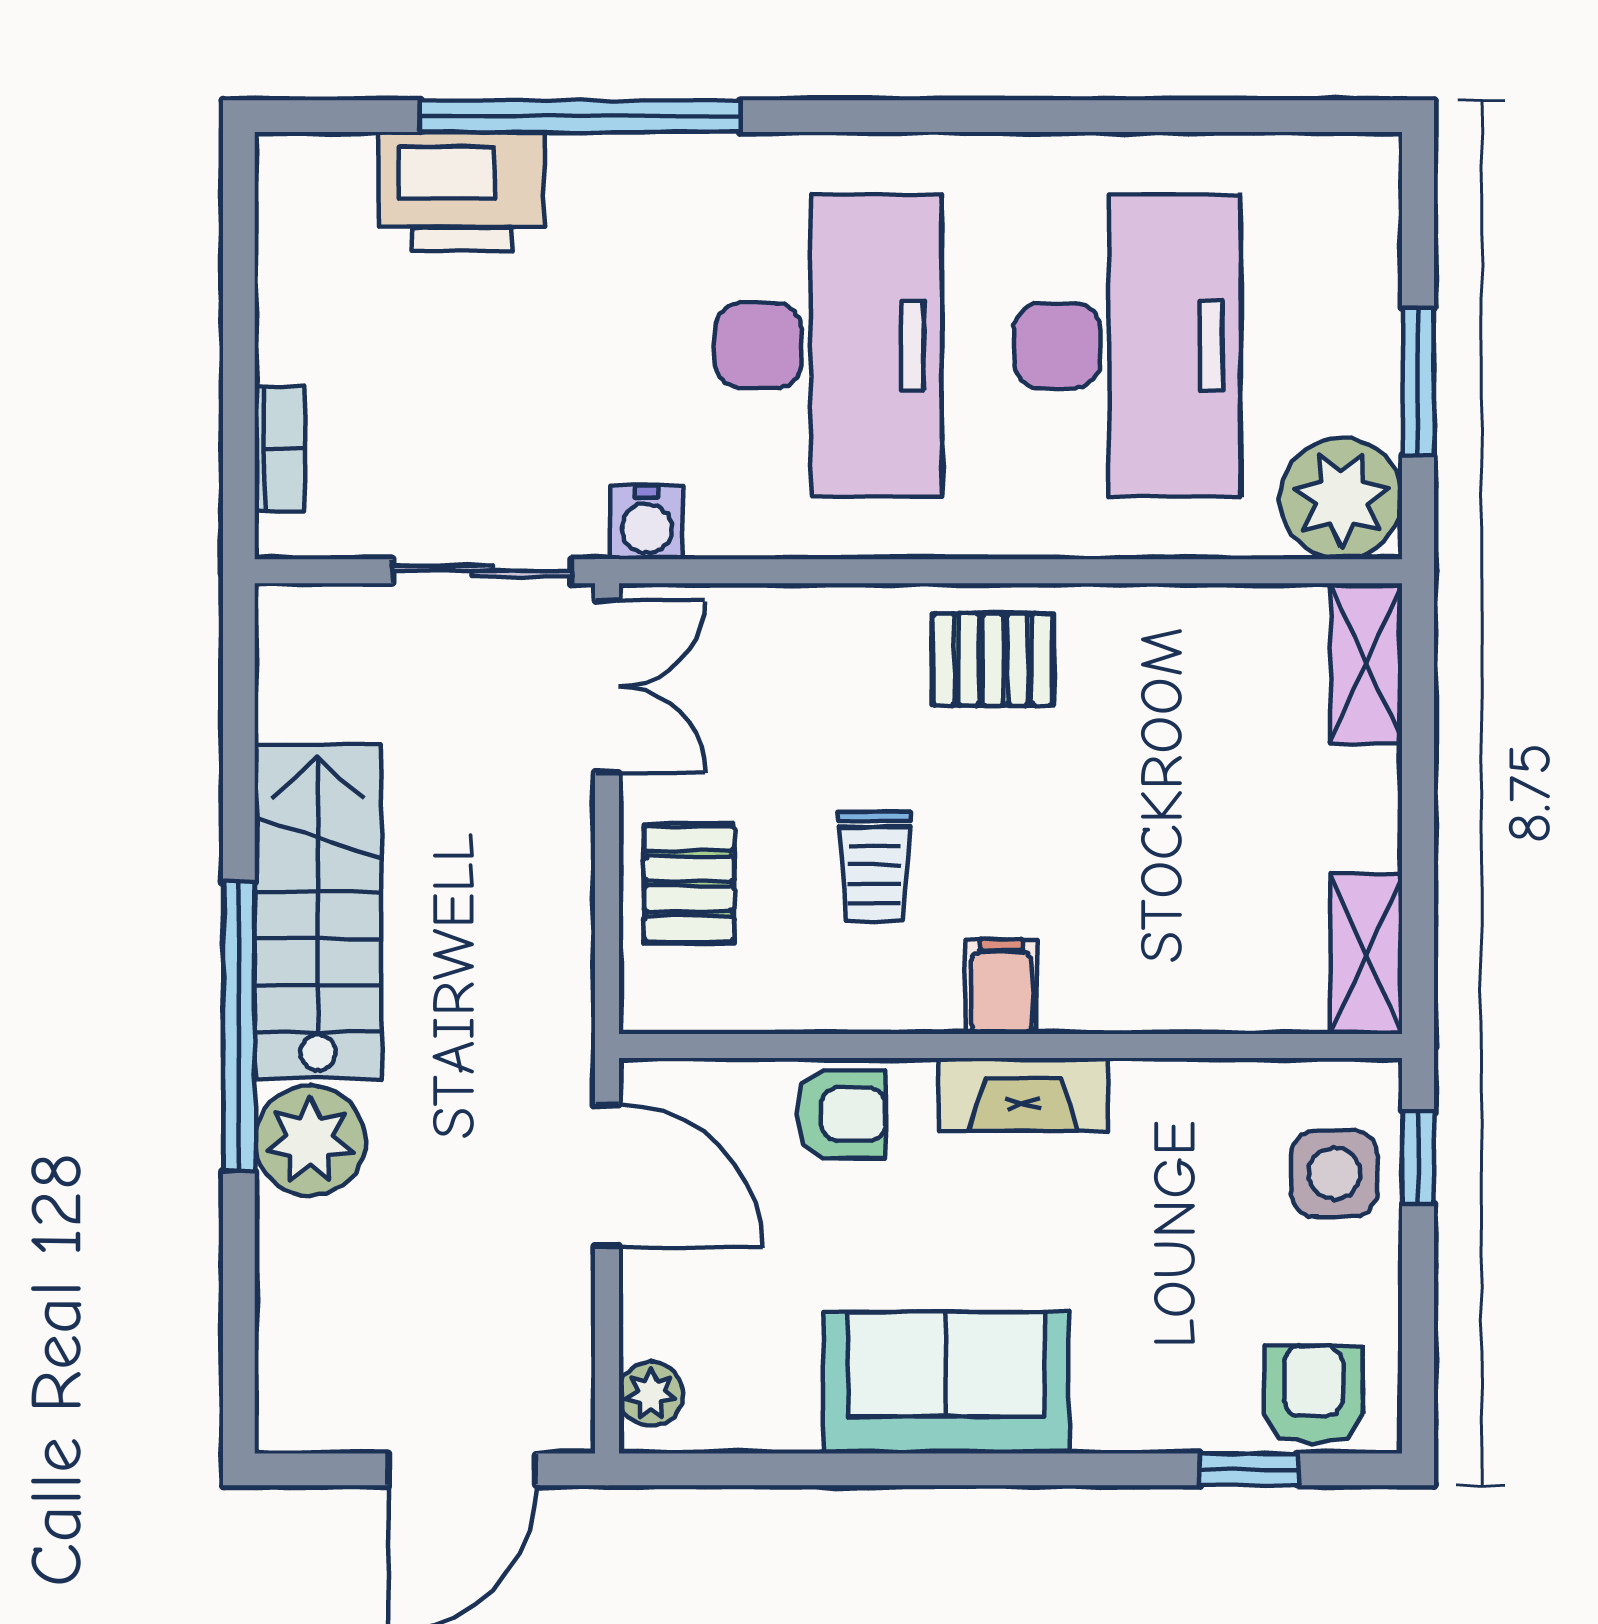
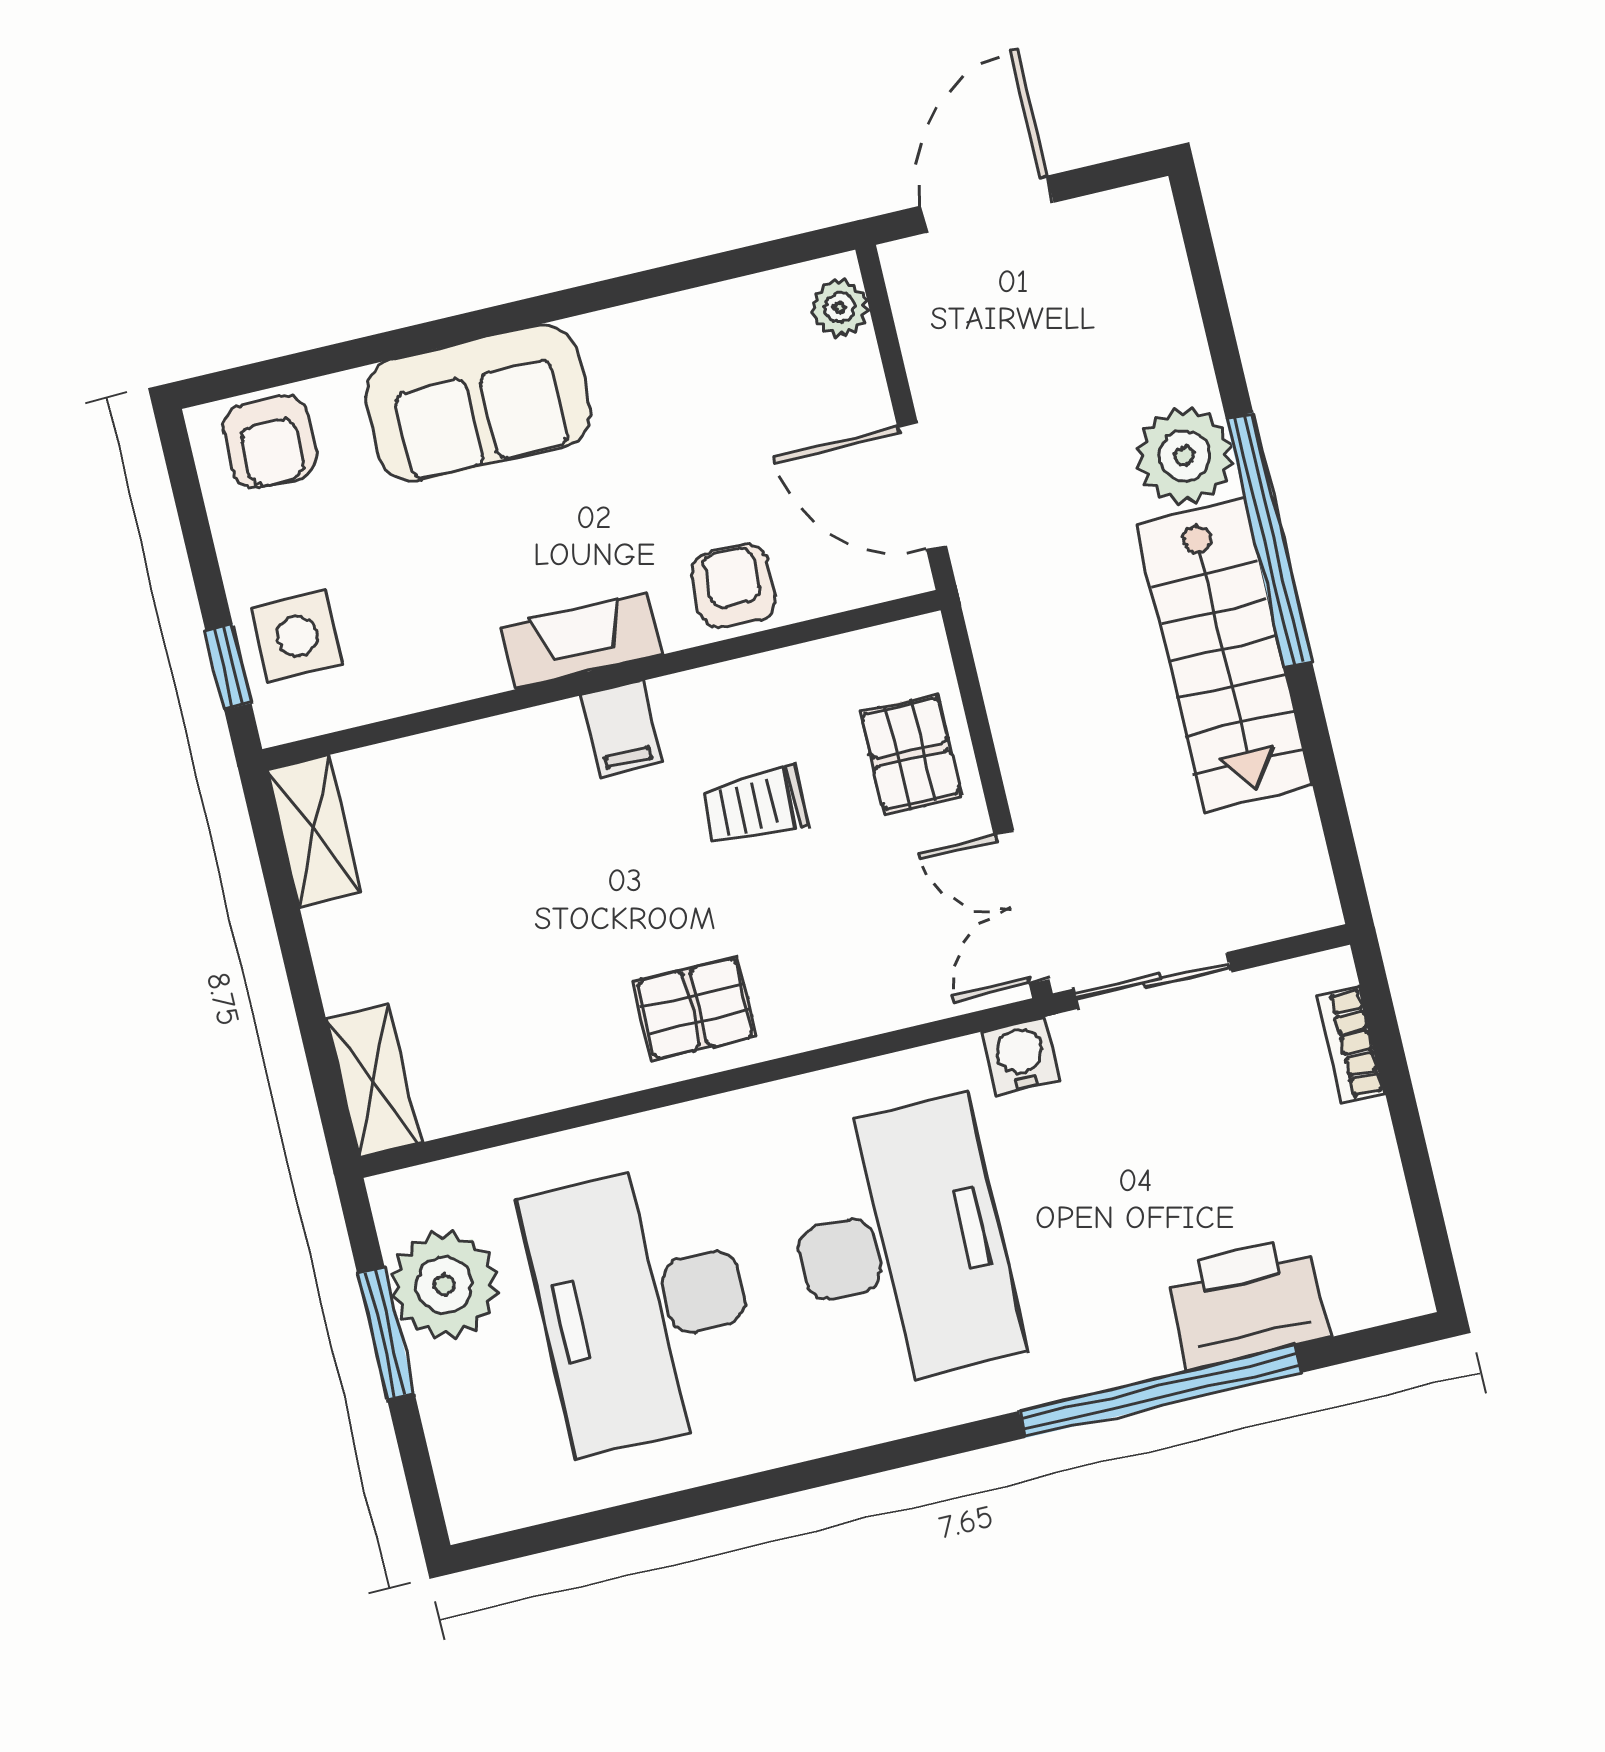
desk: (828, 346) -> (900, 1245), turned 180
plant: (1341, 498) -> (444, 1285), moved
trolley: (874, 867) -> (755, 806), turned -90
armchair: (841, 1114) -> (733, 586), turned 92
sofa: (946, 1383) -> (478, 403), moved
window: (1249, 1469) -> (311, 364), removed

